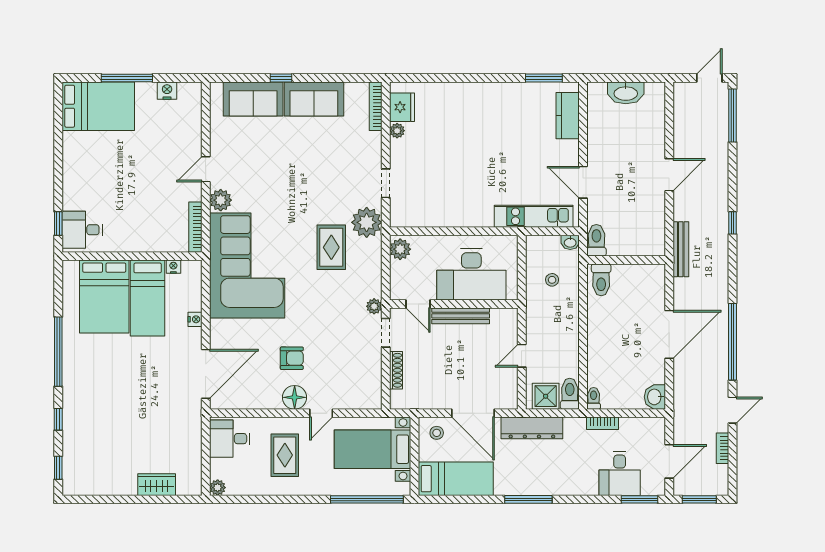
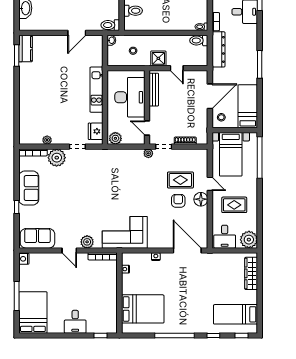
nightstand: (167, 91) -> (24, 259), moved
sofa: (253, 99) -> (37, 238), moved, turned -90
fridge: (402, 107) -> (96, 131), moved, turned -90
kitchen counter: (568, 116) -> (26, 49), moved, turned -90
kitchen unit: (534, 216) -> (96, 90), moved
plant: (367, 222) -> (57, 158), moved
desk: (82, 230) -> (75, 322), moved
rug: (331, 247) -> (180, 180), moved
corner sofa: (247, 265) -> (125, 232), width x0.73, depth x0.74
toilet: (601, 280) -> (133, 11), moved
bed: (148, 298) -> (236, 314), moved, turned 180
door: (418, 304) -> (147, 128), swing flipped
bench: (461, 316) -> (154, 90), moved
shower: (546, 396) -> (158, 58), moved
dresser: (532, 428) -> (218, 49), moved
wardrobe: (157, 485) -> (251, 273), width x1.50
plant: (218, 488) -> (249, 240), width x1.87, depth x1.87

